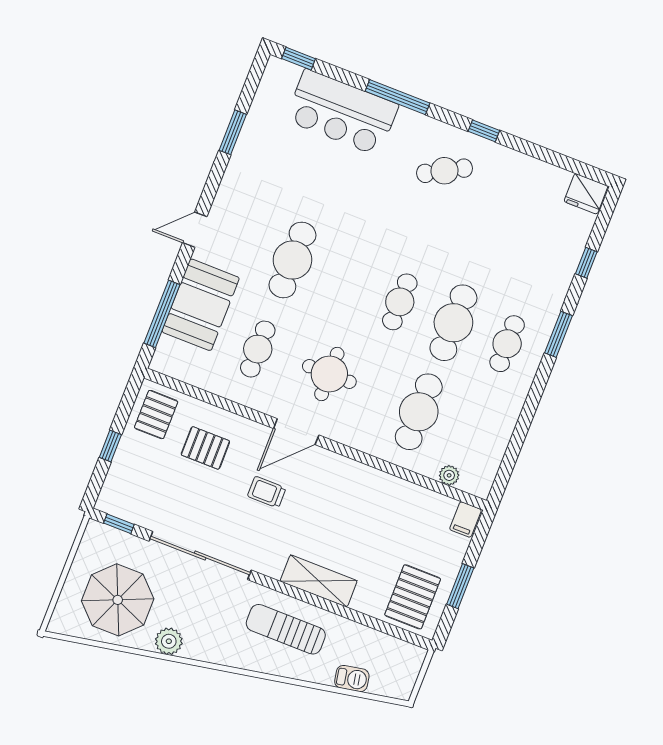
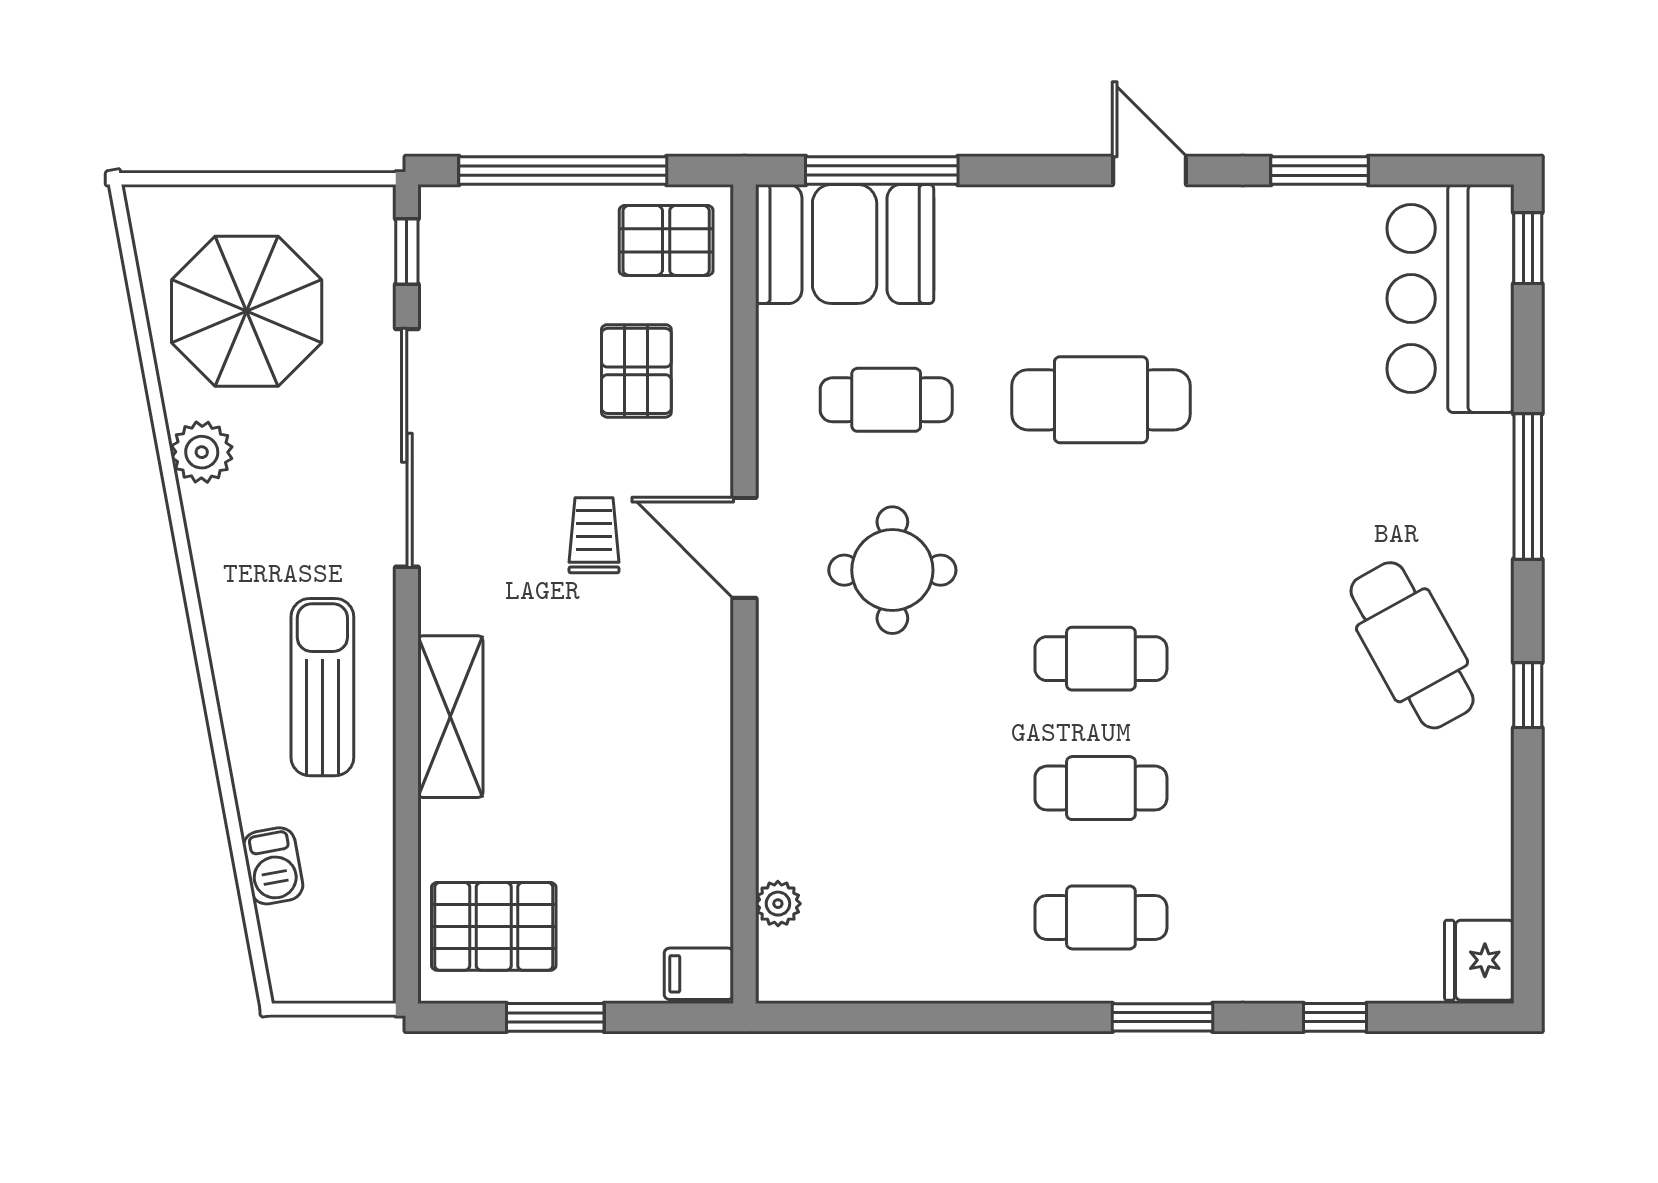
bar counter: (342, 112) -> (1450, 299), moved
cafe table: (445, 171) -> (1412, 645), width x1.37, depth x1.35
door: (195, 230) -> (1150, 170), moved
booth: (201, 305) -> (845, 244), moved
cafe table: (453, 323) -> (1101, 788), width x0.73, depth x0.74
cafe table: (419, 412) -> (886, 788), removed
window: (110, 446) -> (563, 170), width x3.17

